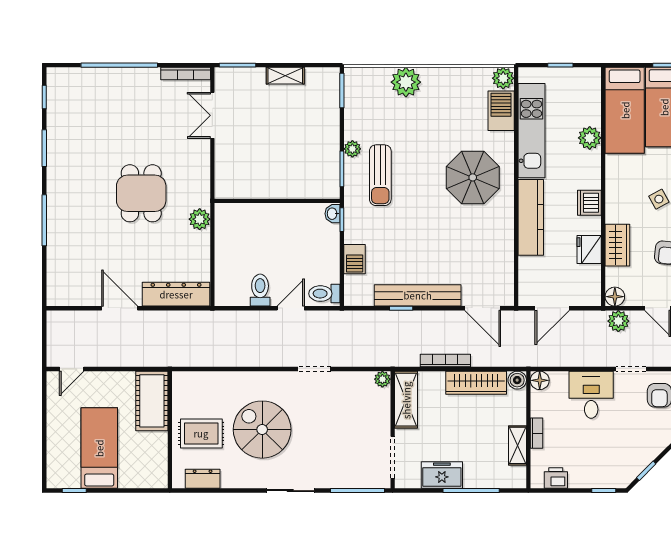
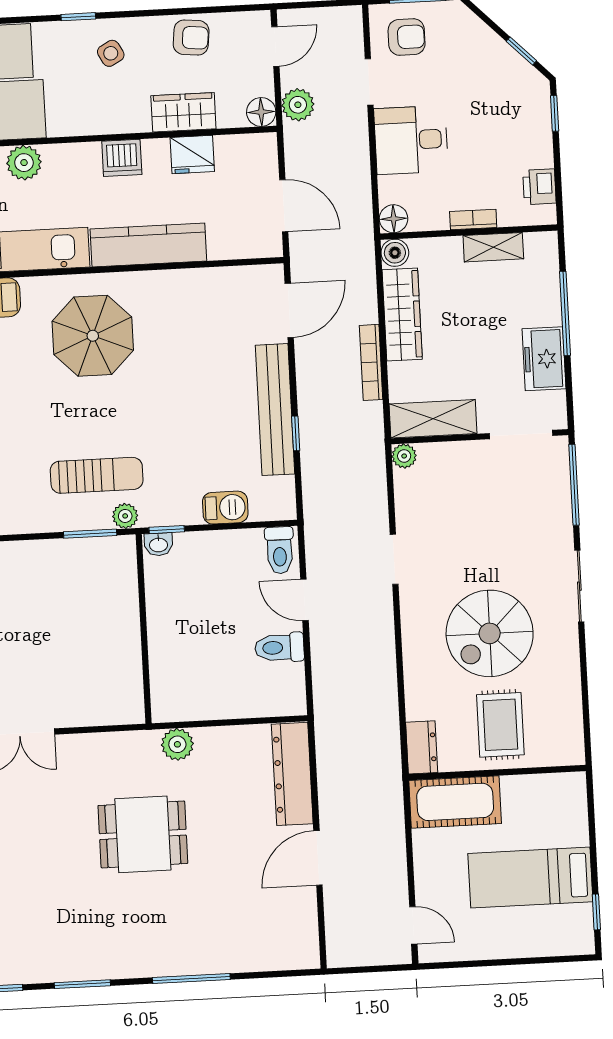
plant: (352, 149) -> (125, 516), moved
dresser: (203, 479) -> (422, 747), moved, turned 180

